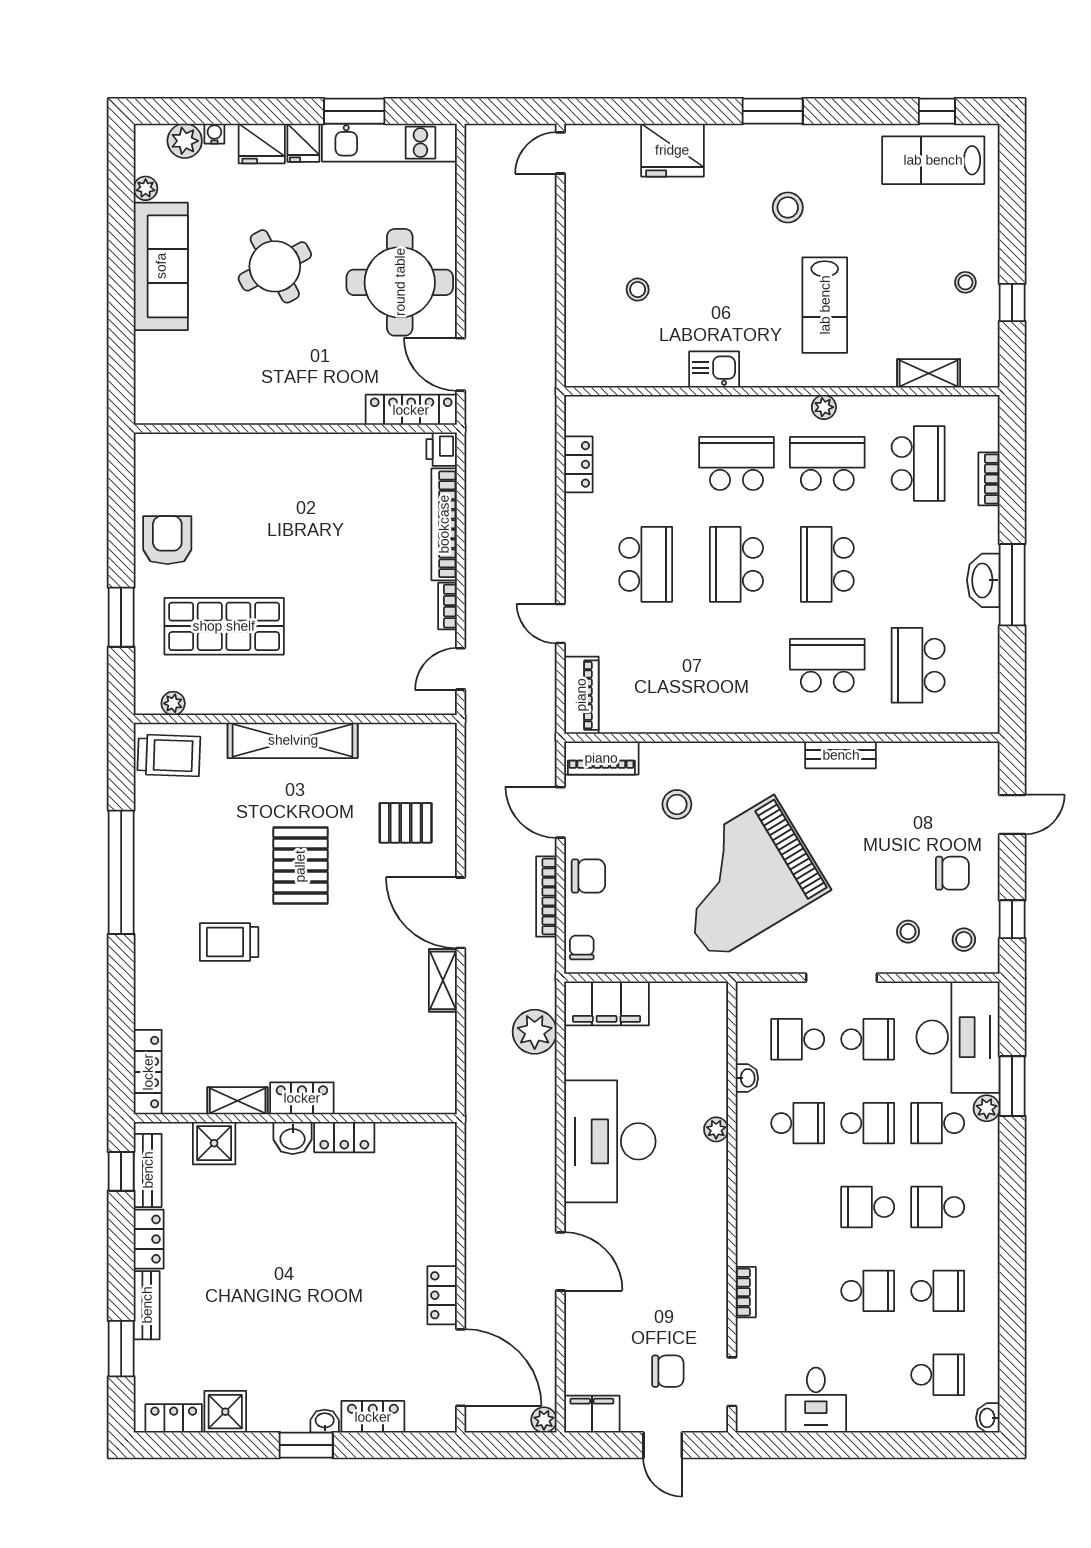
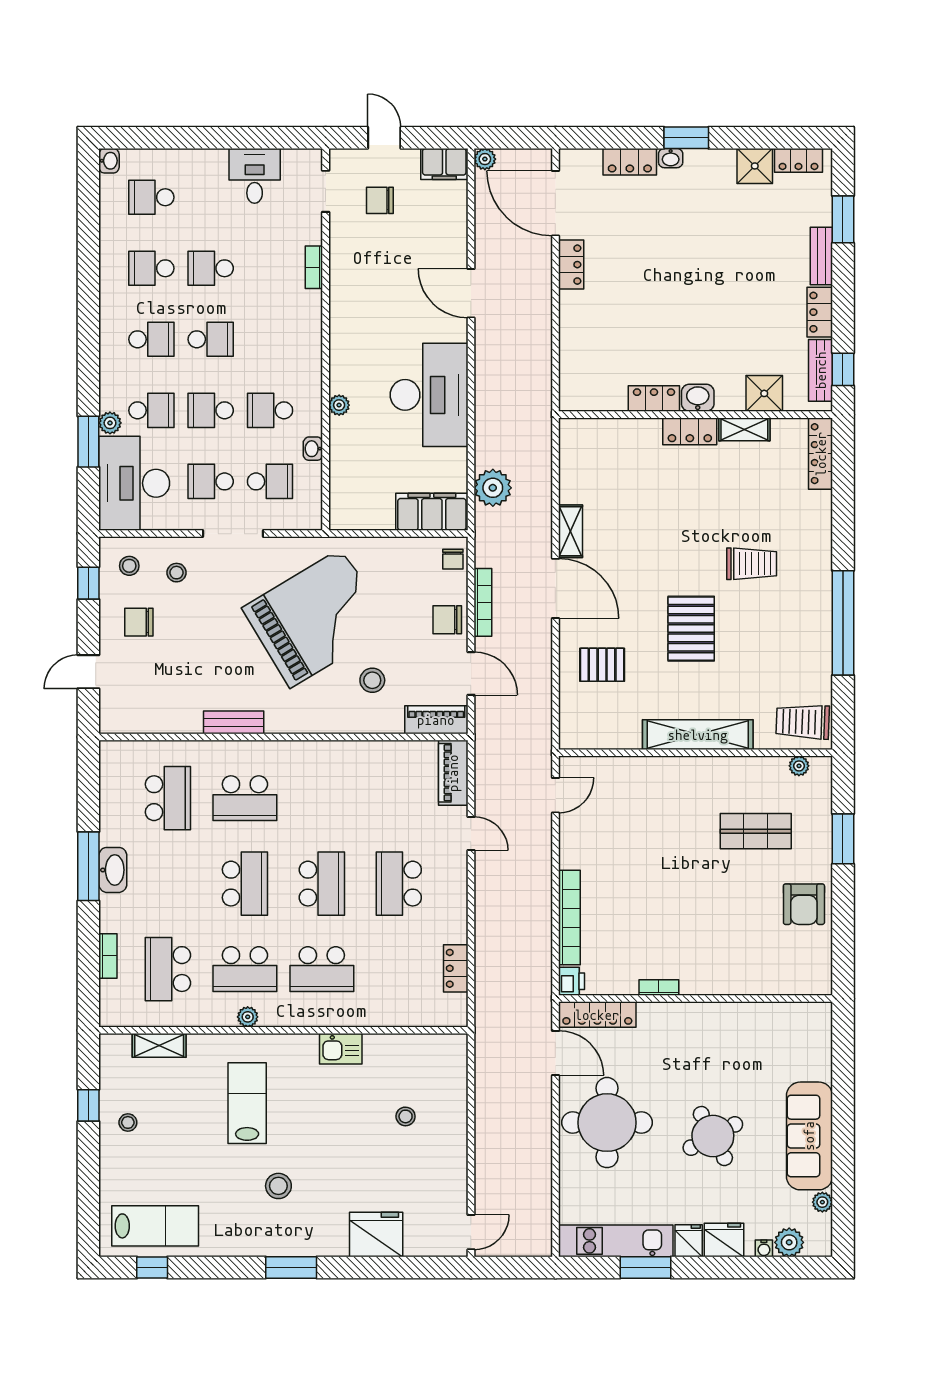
bookcase: (448, 606) -> (659, 987), moved, turned -90
shop shelf: (224, 626) -> (756, 831), width x0.70, depth x0.74

